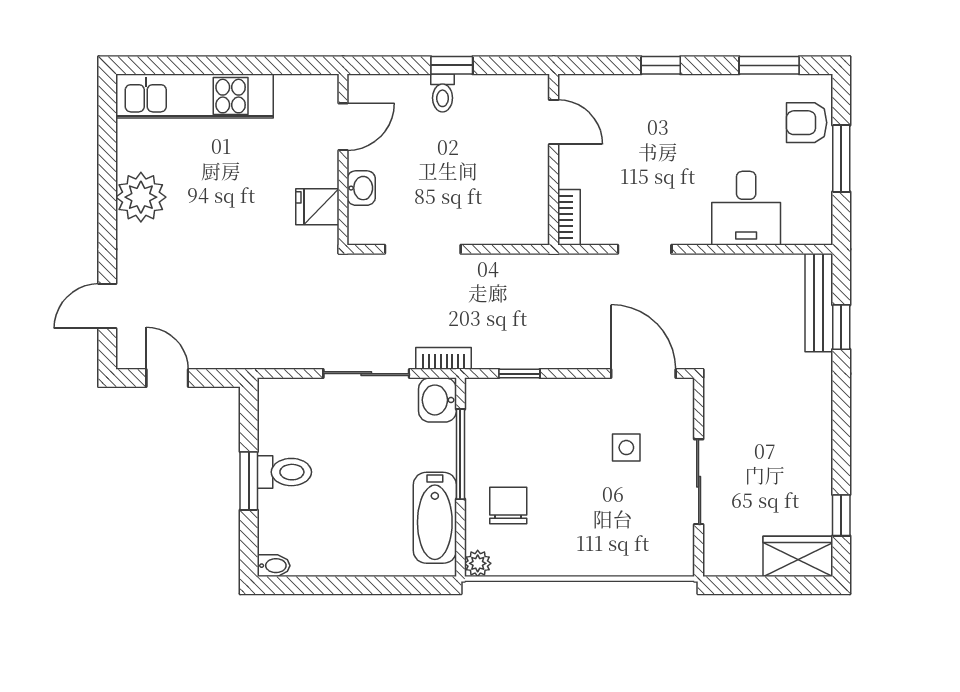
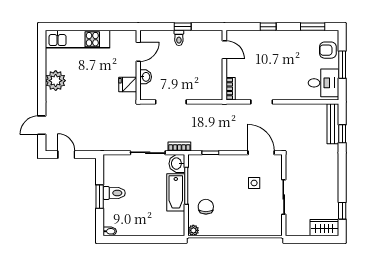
desk: (746, 208) -> (323, 83), moved, turned -90
bathtub: (435, 518) -> (176, 192), moved

